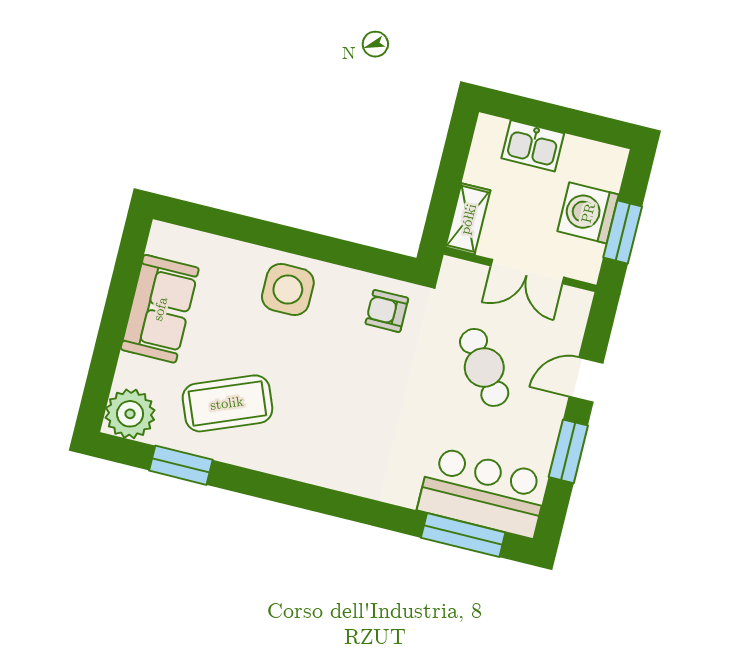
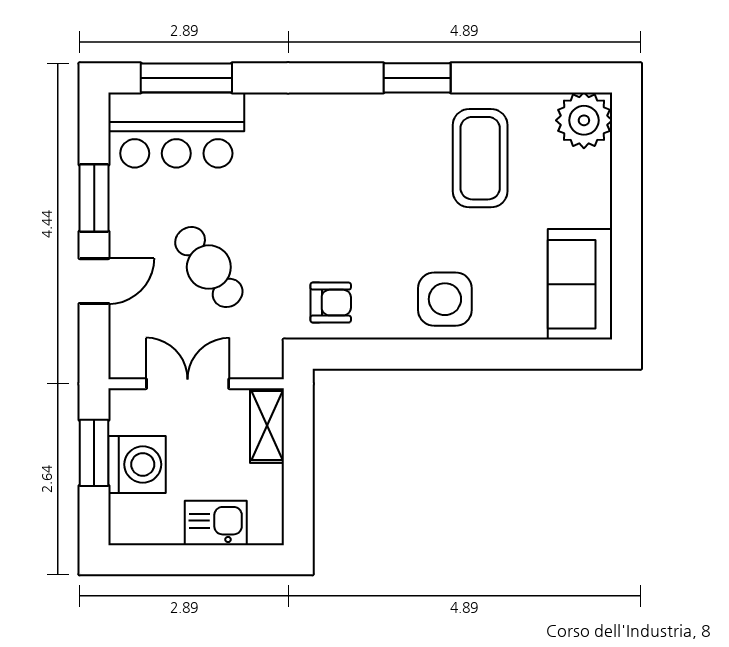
sofa: (160, 309) -> (580, 284), moved
coffee table: (227, 403) -> (480, 158), turned -68
window: (181, 465) -> (417, 78), moved

